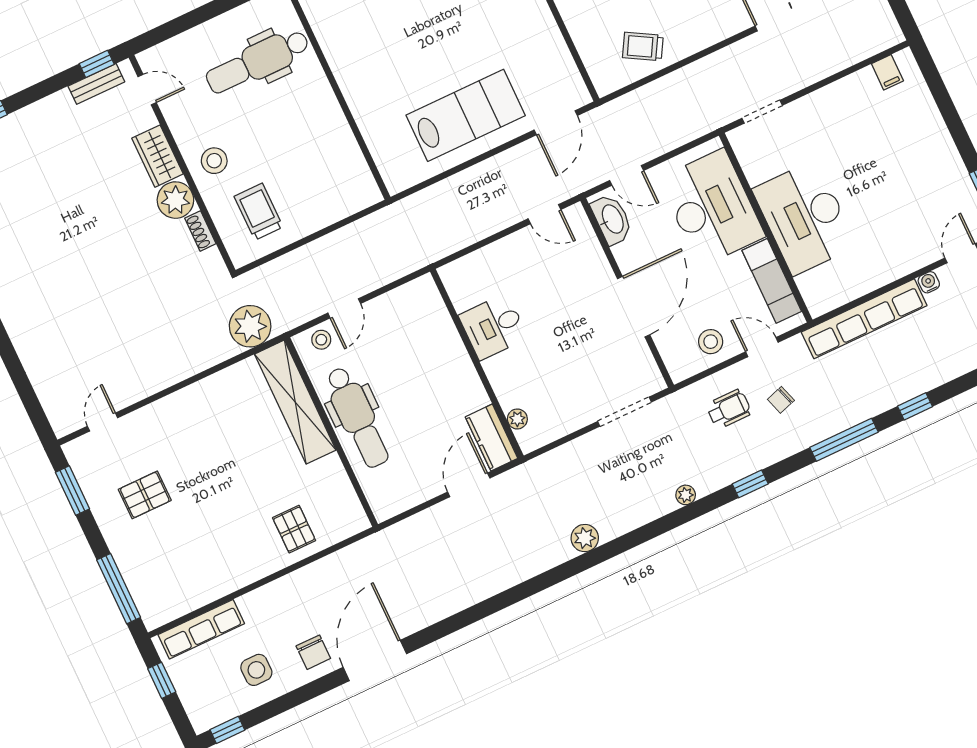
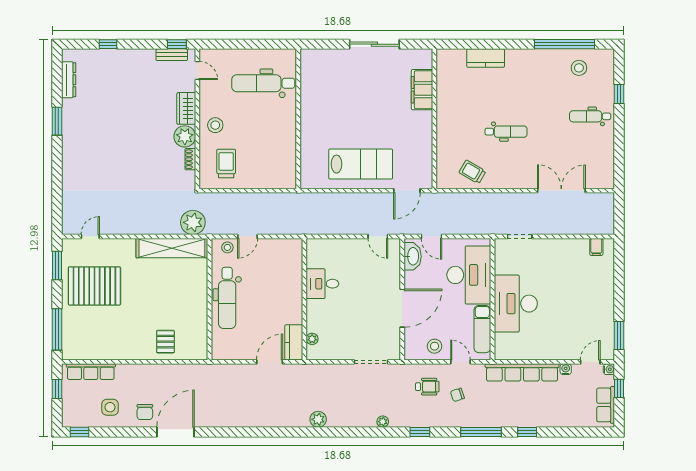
shelving: (295, 402) -> (172, 248), moved, turned 90
pallet: (145, 495) -> (94, 286), width x2.05, depth x2.00

